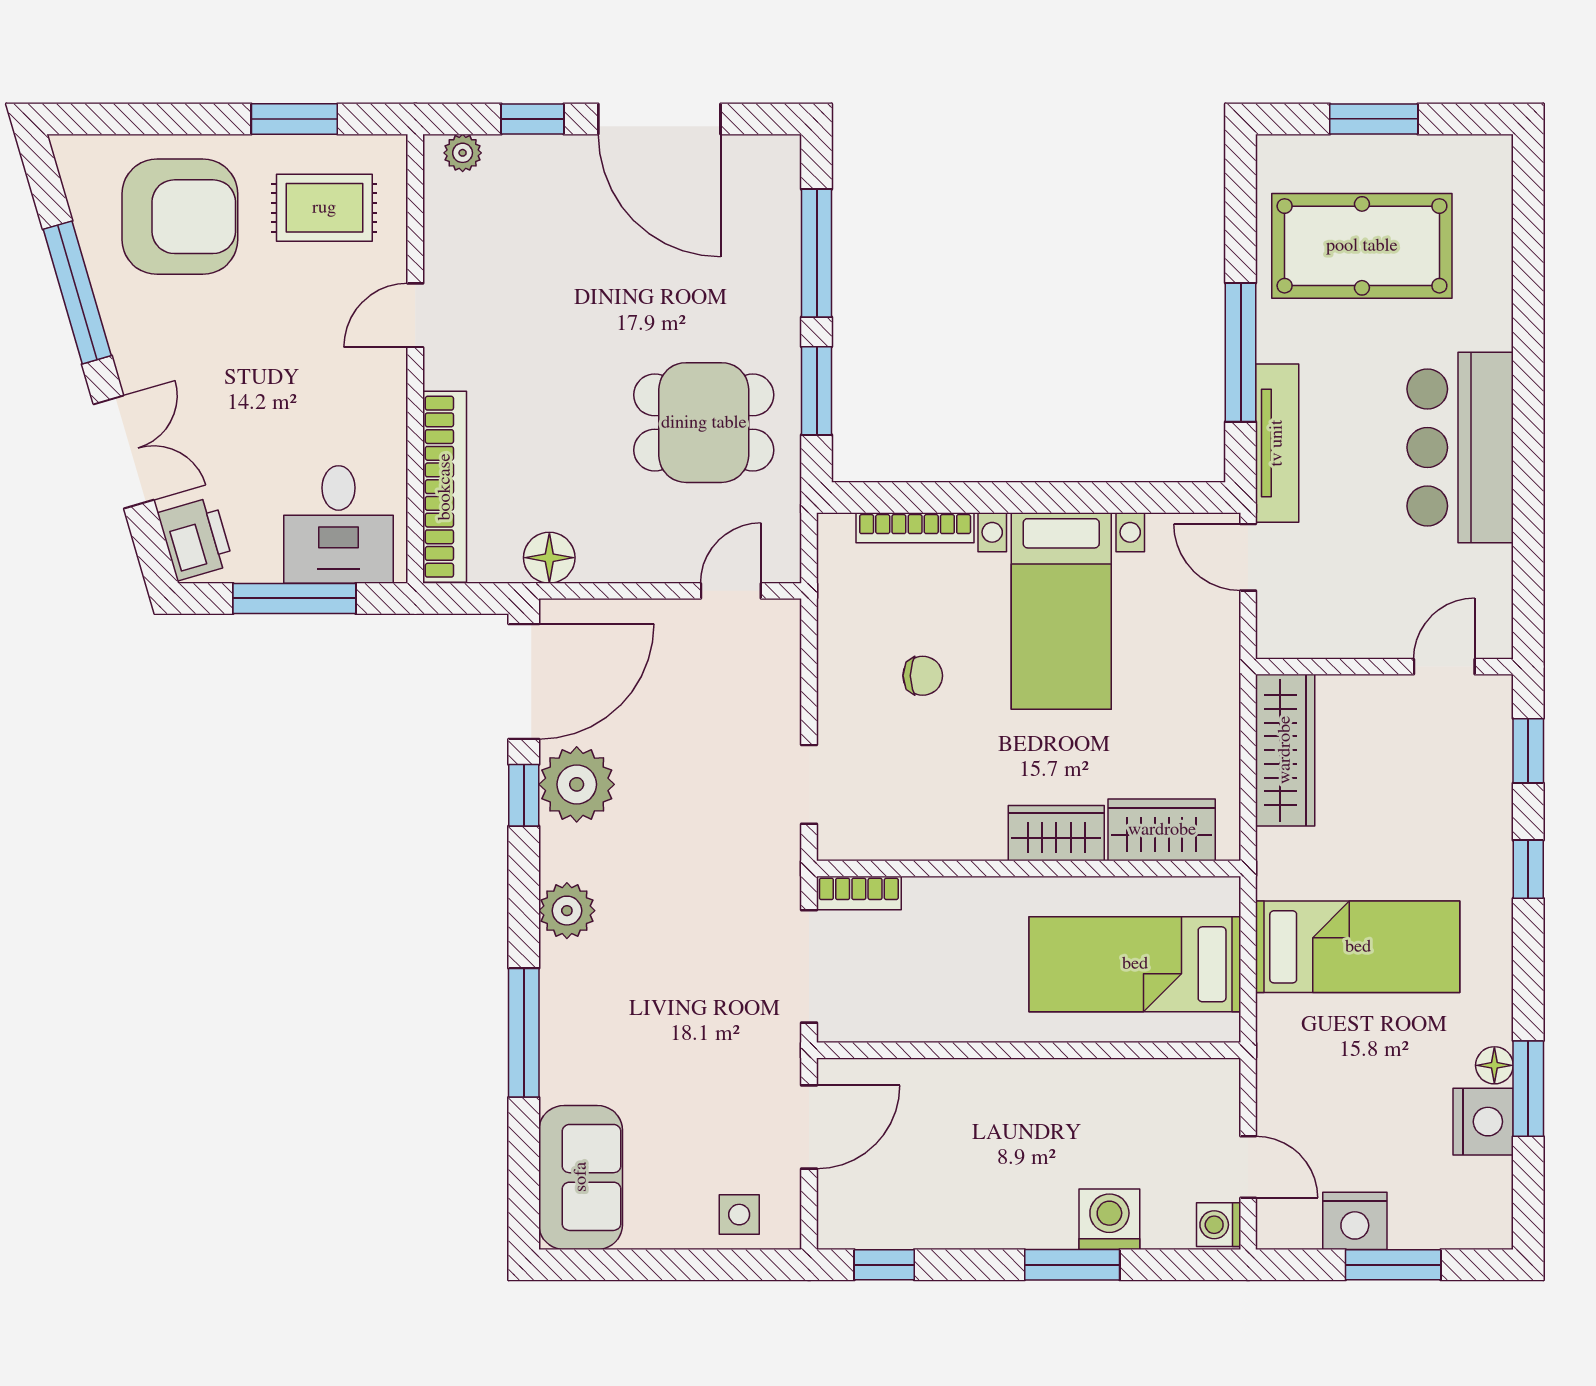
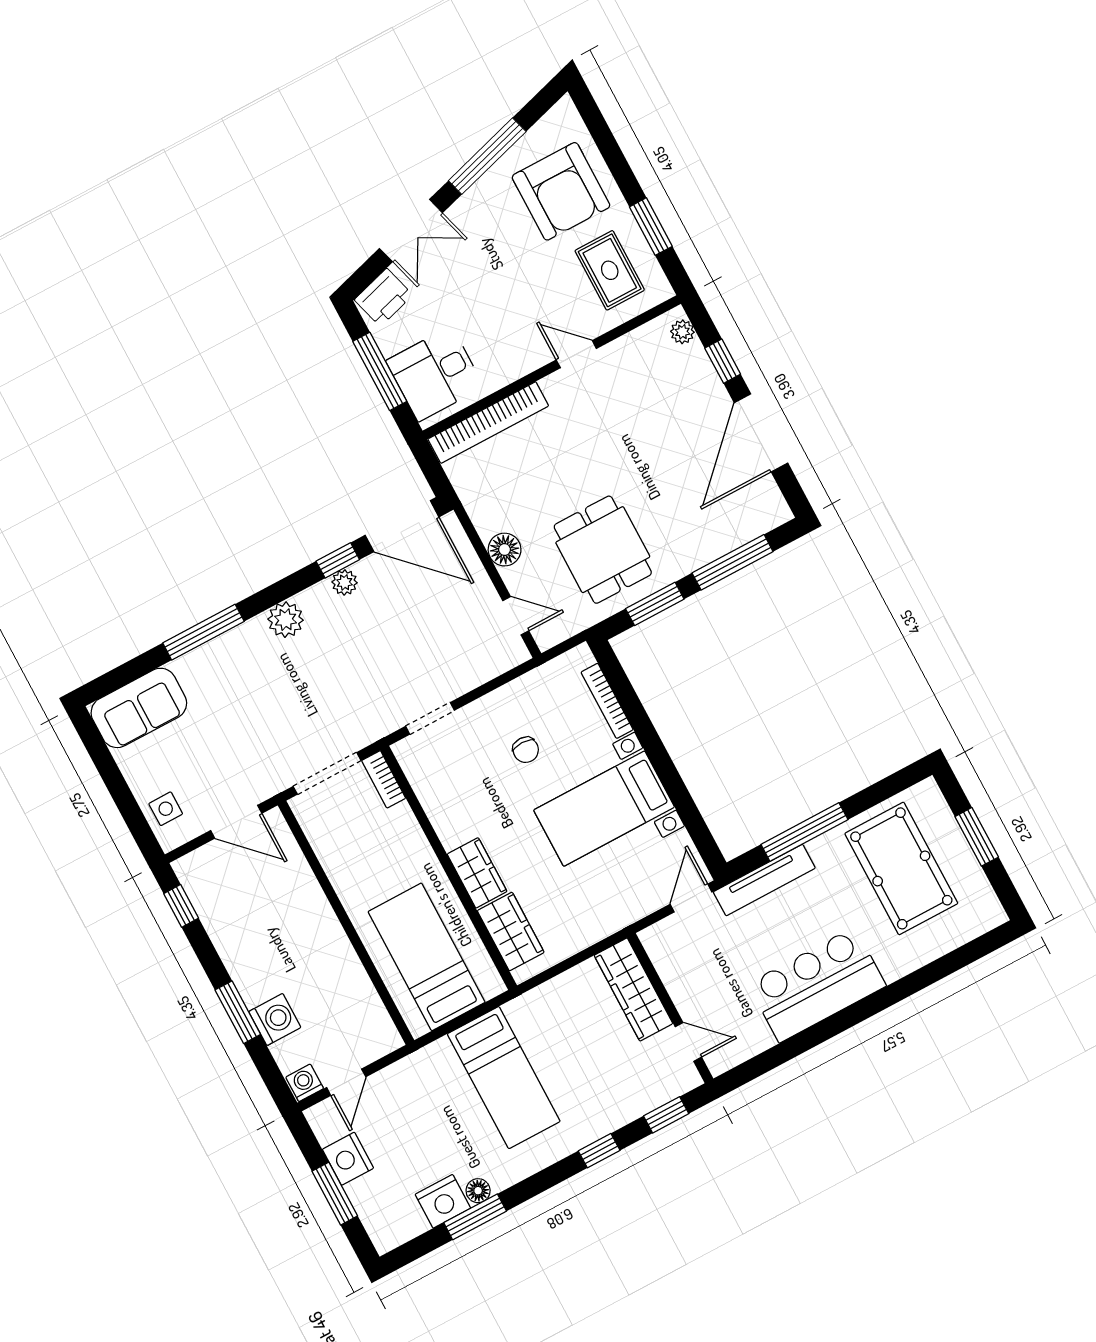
floor lamp: (549, 558) -> (505, 550), moved
wardrobe: (1285, 750) -> (633, 989), moved, turned 90
plant: (577, 784) -> (345, 582), width x0.53, depth x0.53

